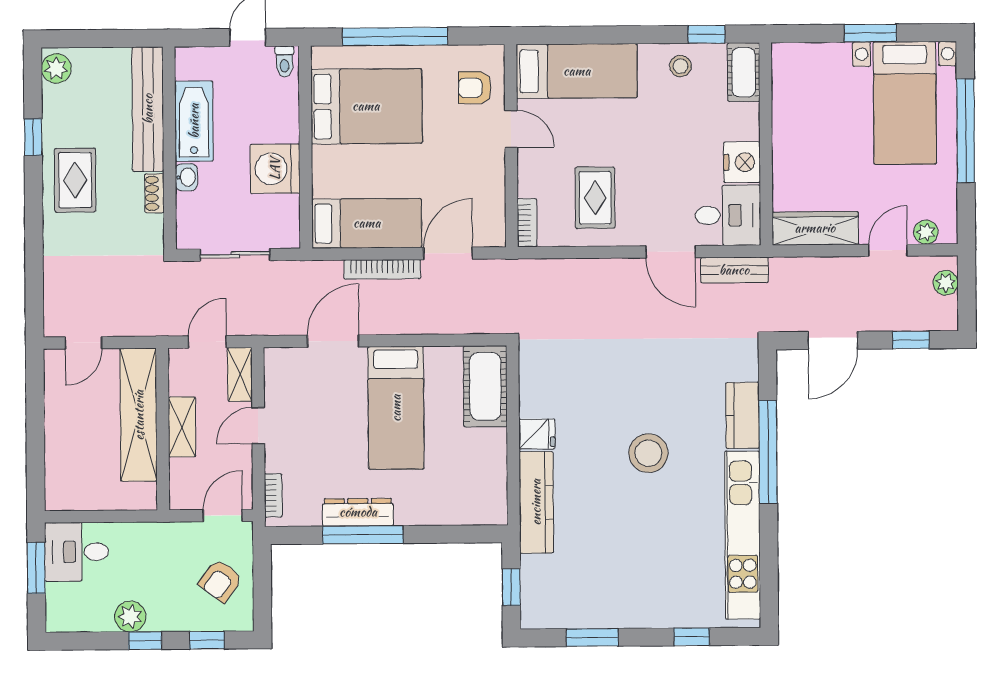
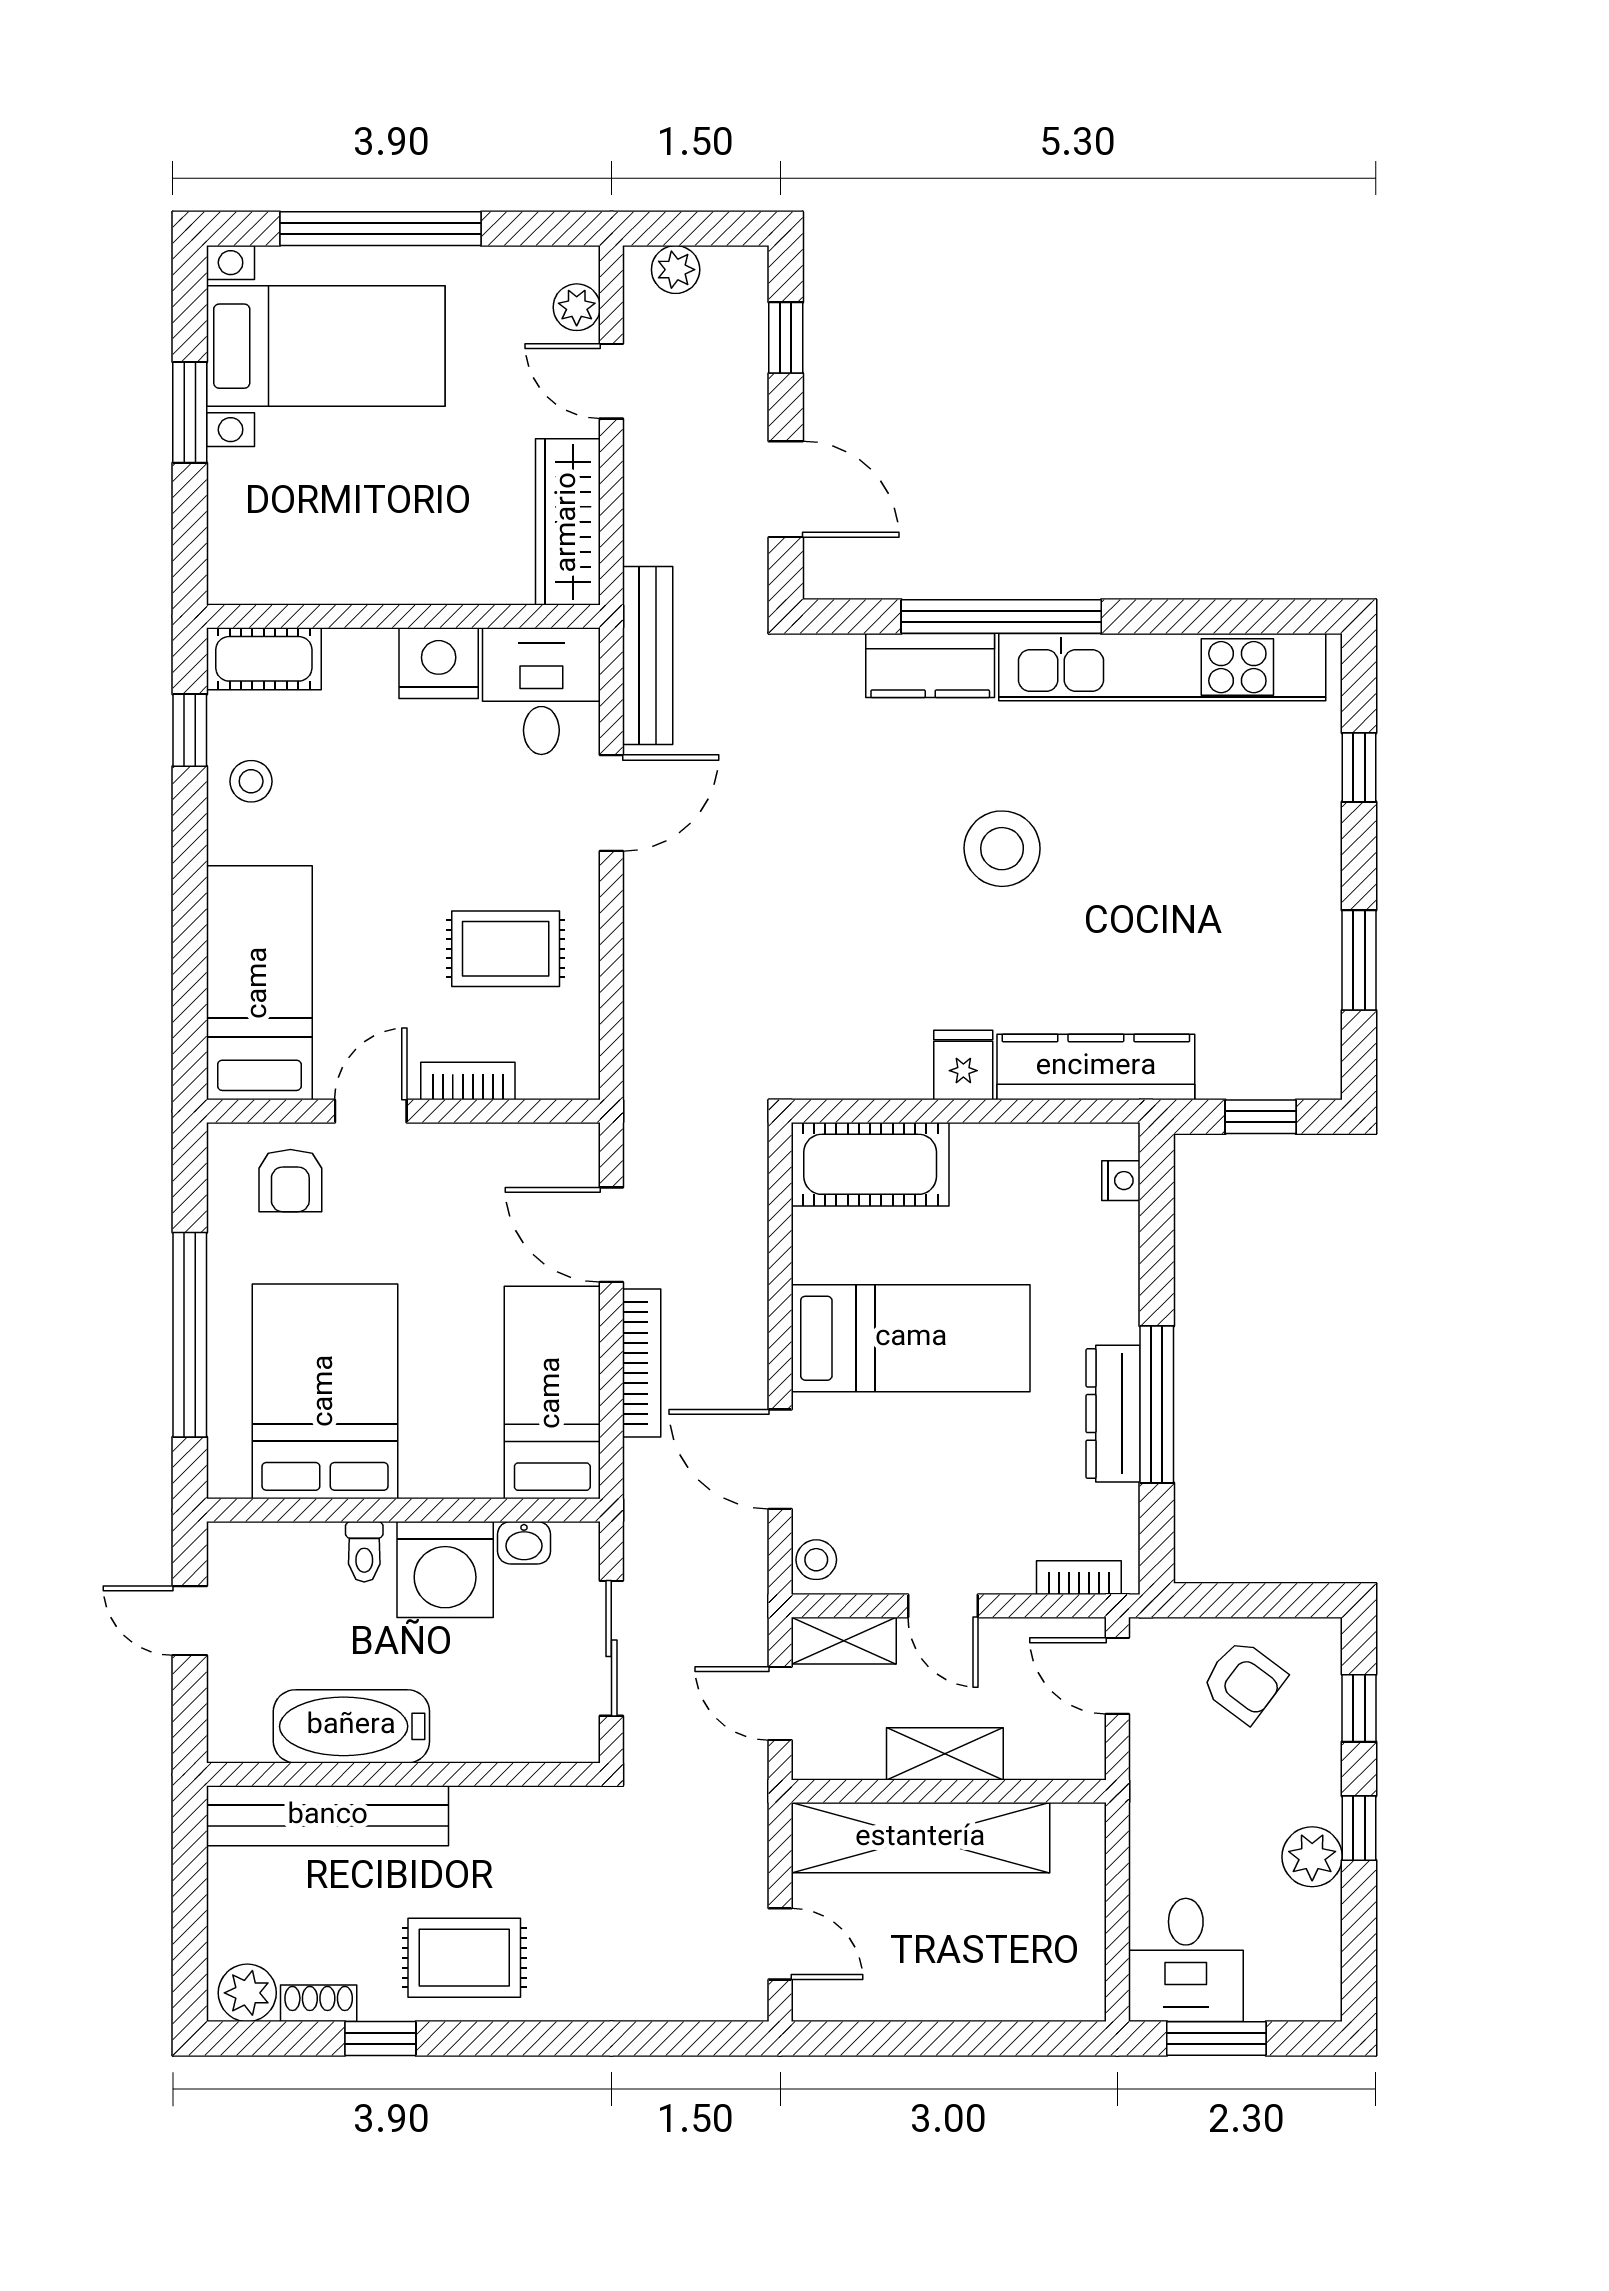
toilet: (284, 62) -> (364, 1552), moved, turned 90
washbasin: (186, 177) -> (524, 1543), moved, turned 180
shoe rack: (154, 193) -> (319, 2003), moved, turned 180
bookcase: (527, 223) -> (468, 1081), moved
bench: (734, 270) -> (648, 655), width x1.36
stool: (281, 360) -> (816, 1560), added
nightstand: (478, 516) -> (1121, 1181), added

